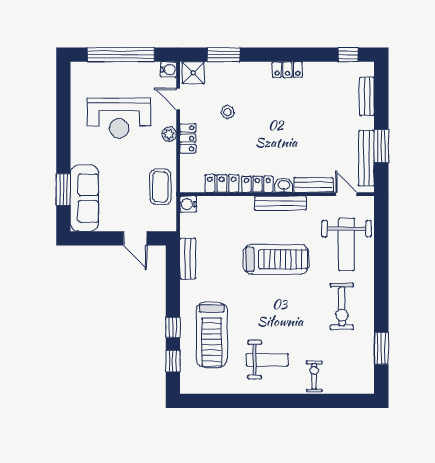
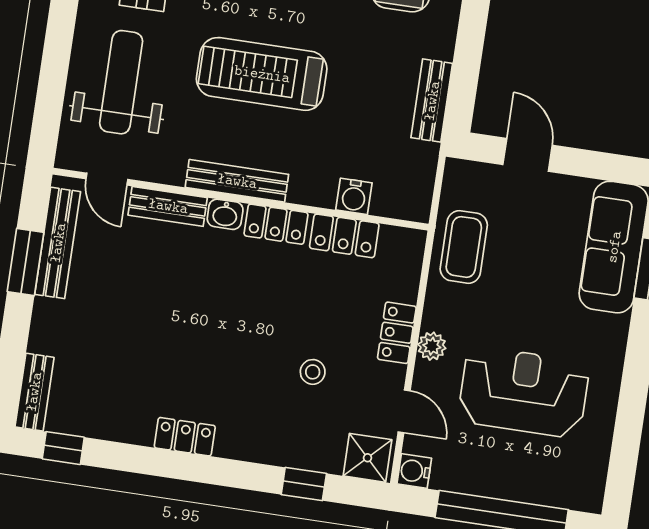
window: (224, 55) -> (304, 484), width x0.67
bench: (367, 96) -> (34, 392), moved
water cooler: (188, 204) -> (354, 196), moved, turned 90

